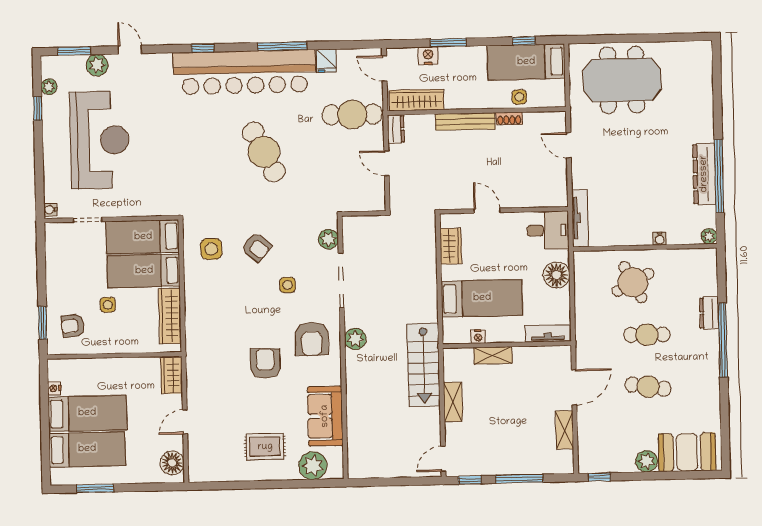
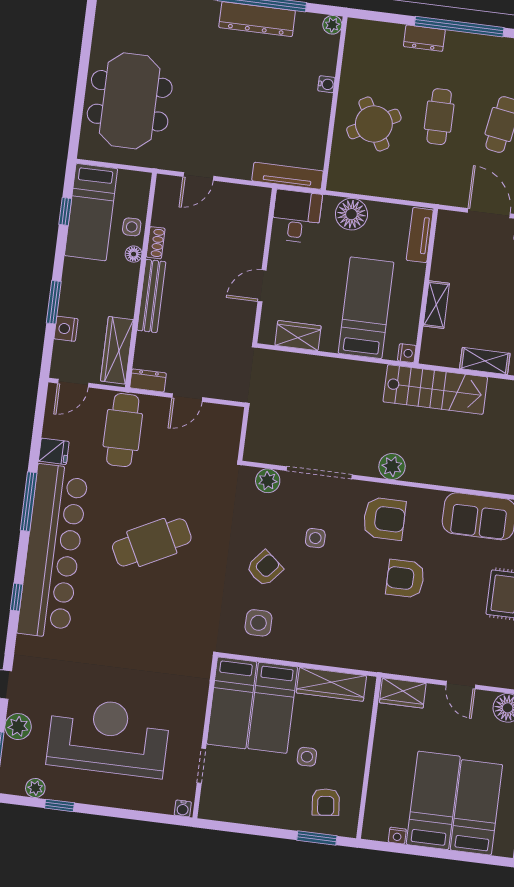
floor lamp: (497, 102) -> (134, 254), added
nightstand: (478, 337) -> (407, 353), moved

